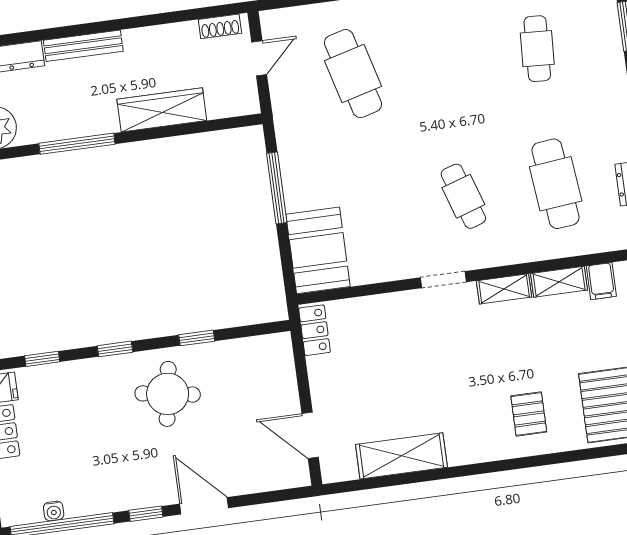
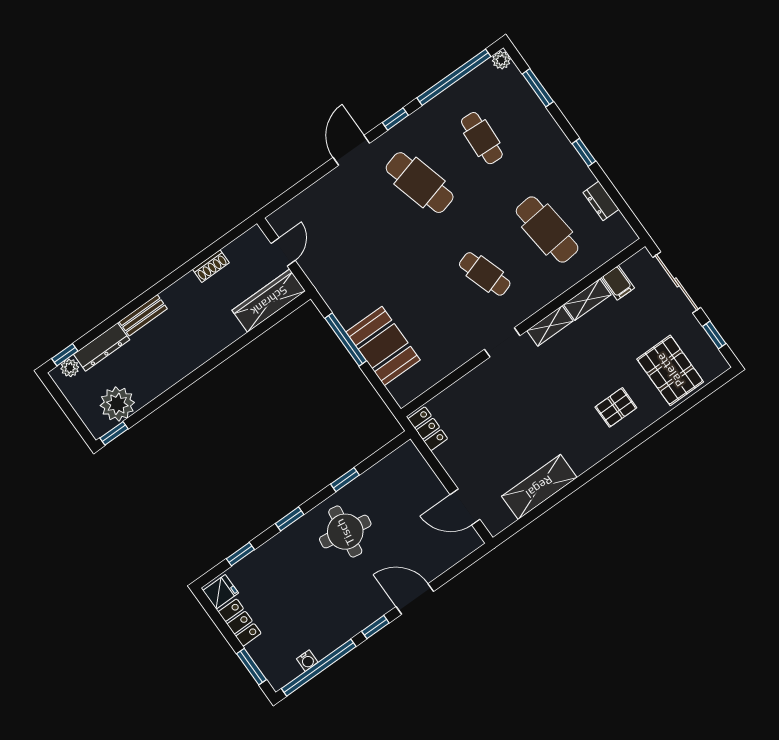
shoe rack: (220, 26) -> (211, 266), moved
bench: (83, 46) -> (143, 315), width x0.73
cafe table: (353, 74) -> (420, 183), moved
wardrobe: (162, 110) -> (269, 301), moved
window: (77, 144) -> (183, 384), removed
booth: (318, 250) -> (383, 346), moved
pallet: (529, 414) -> (616, 407), turned 90

